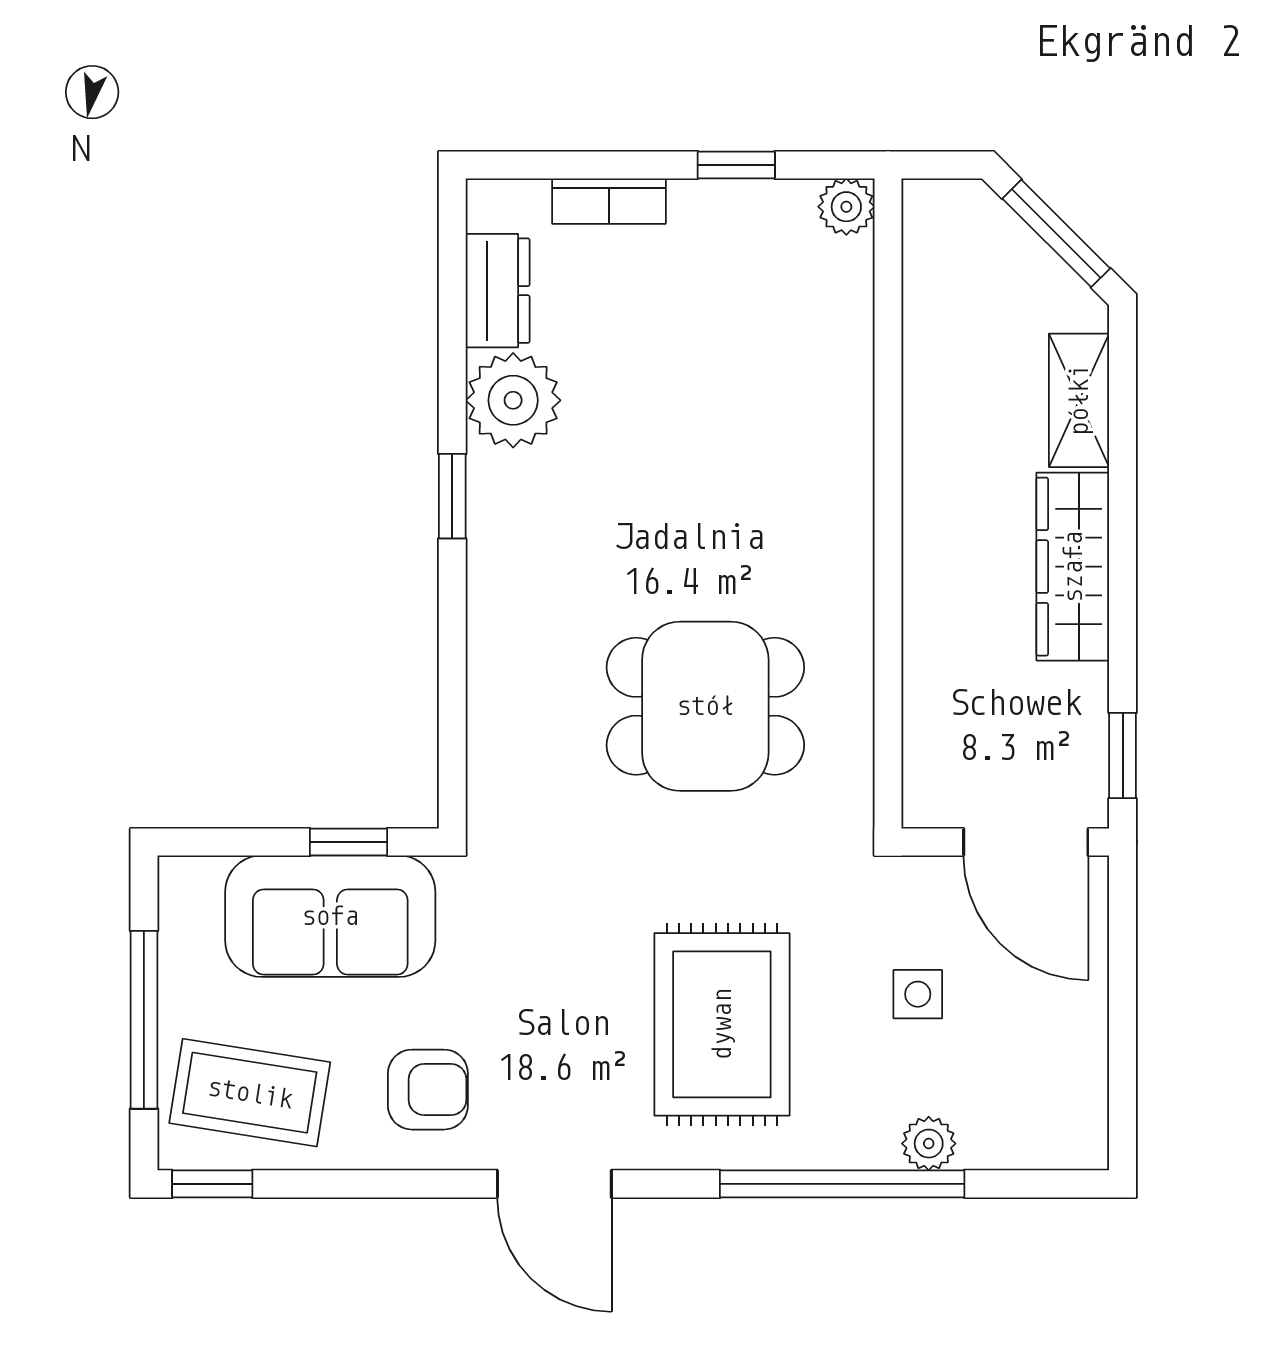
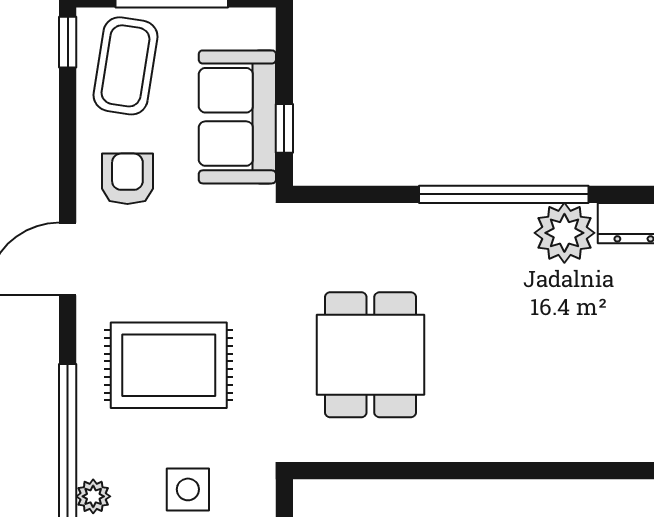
window: (452, 496) -> (504, 194), width x3.17
side table: (918, 994) -> (188, 489), width x1.37, depth x1.37
armchair: (428, 1090) -> (127, 179), turned 180

